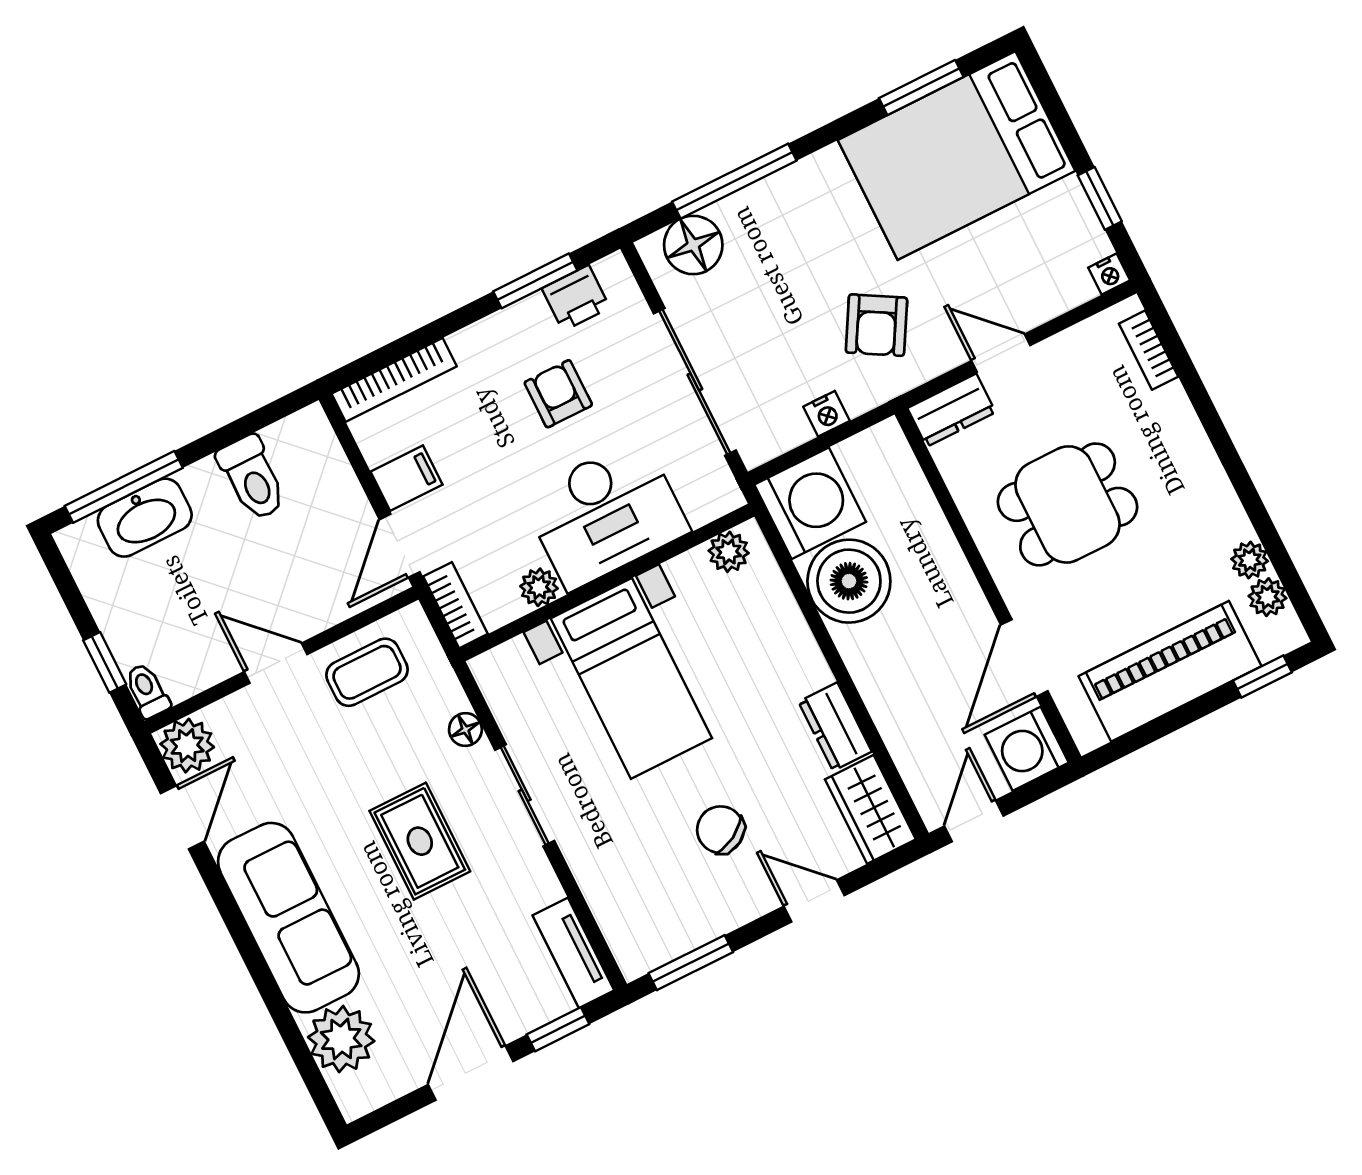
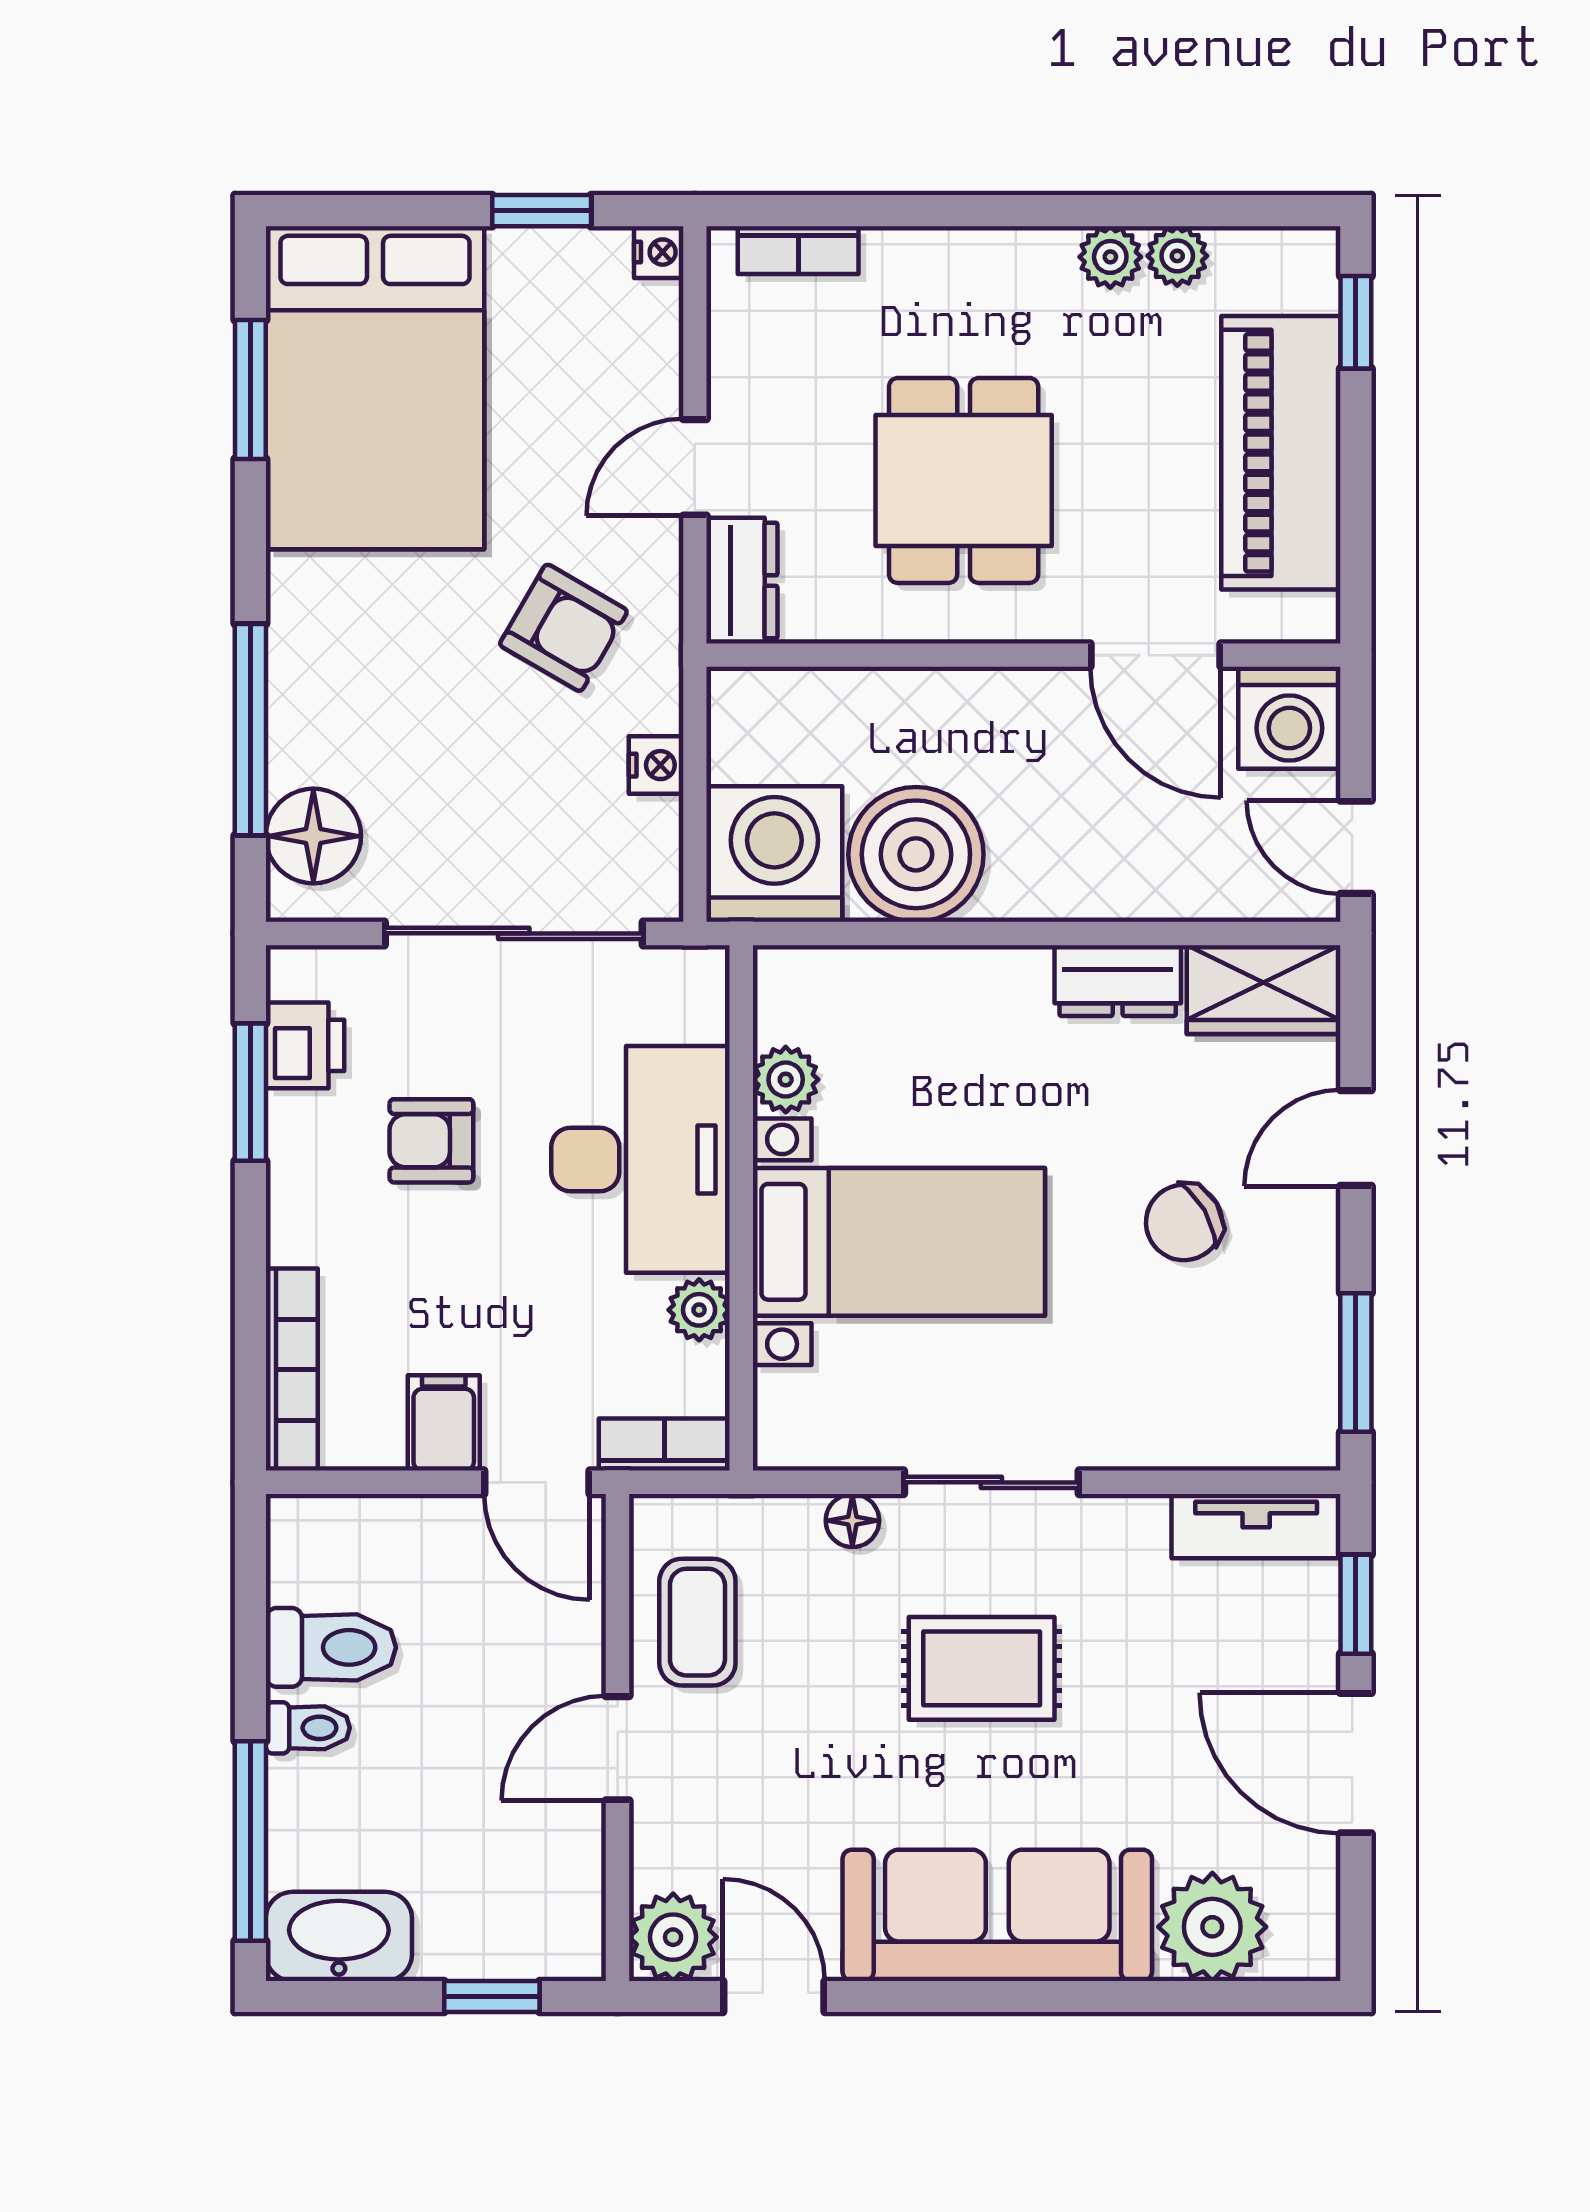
washbasin: (145, 518) -> (339, 1936), moved, turned -90
plant: (729, 552) -> (786, 1080), moved
plant: (1268, 597) -> (1110, 257), moved
toilet: (147, 691) -> (308, 1728), moved, turned 180

